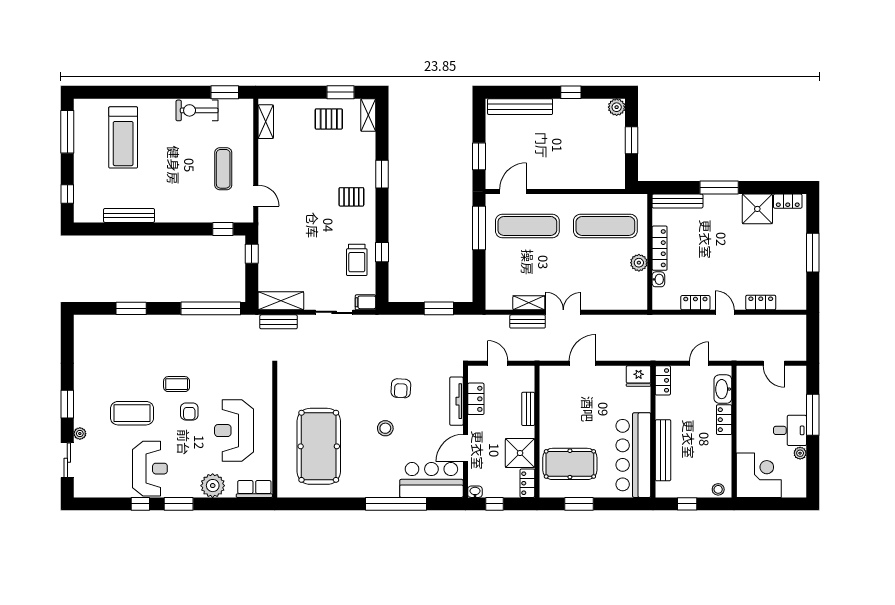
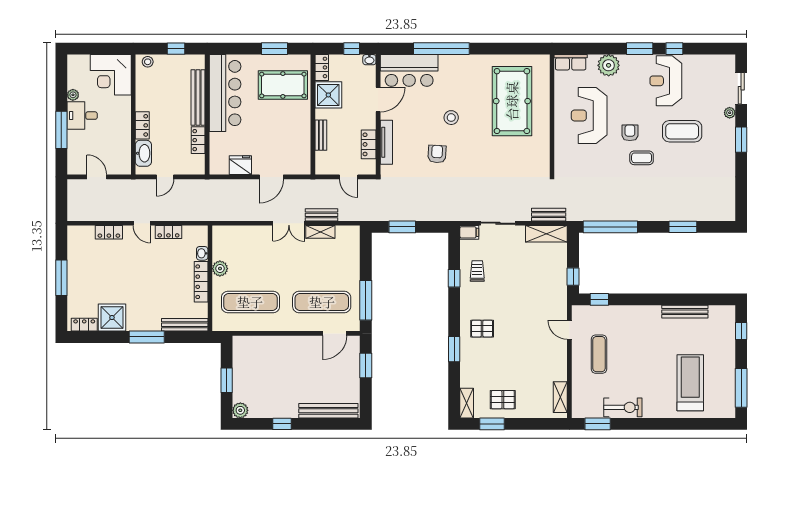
trolley: (357, 260) -> (477, 271), width x0.73, depth x0.72
fridge: (639, 376) -> (240, 165), moved
locker: (663, 380) -> (198, 140), moved
reception desk: (234, 431) -> (589, 115), turned 180

